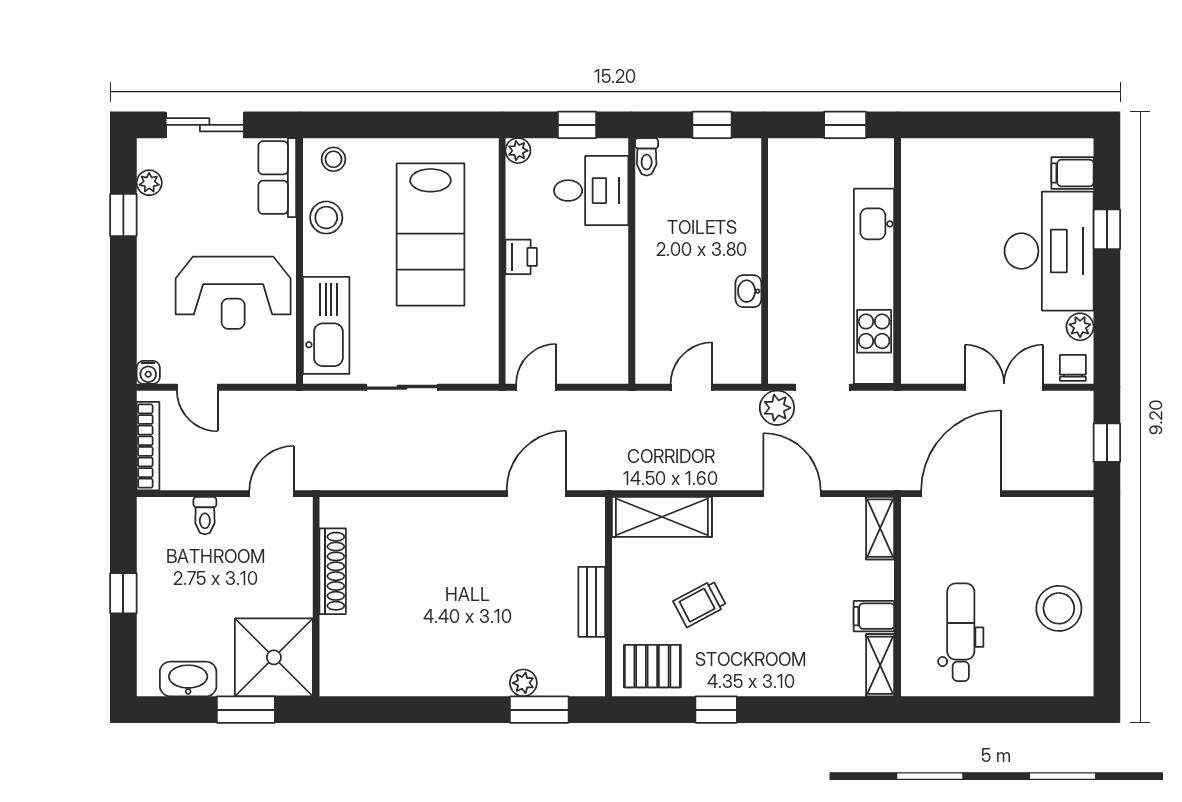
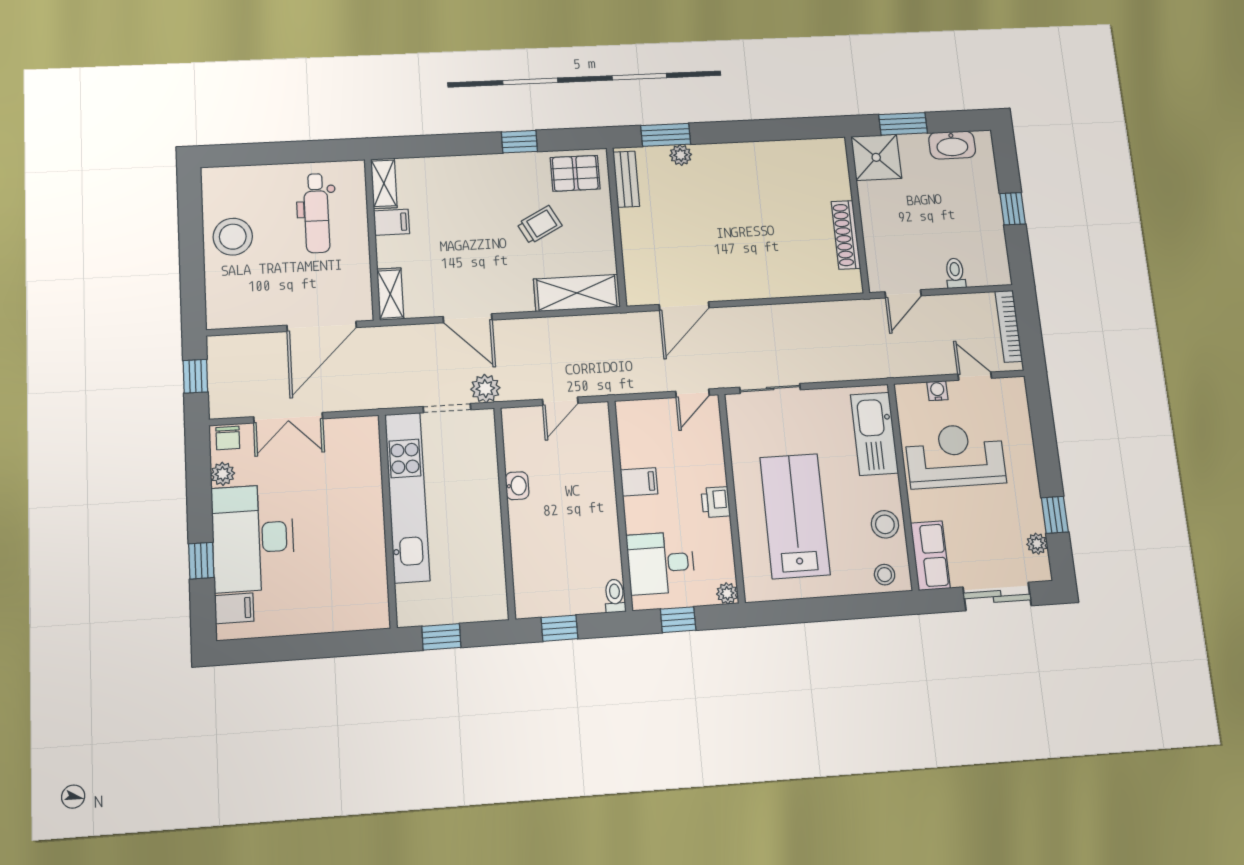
filing cabinet: (608, 286) -> (639, 482), added
water cooler: (148, 372) -> (937, 391), moved
sliding door: (402, 387) -> (770, 389), moved
bench: (592, 602) -> (626, 179), moved
shower: (274, 657) -> (876, 157), width x0.73, depth x0.73

